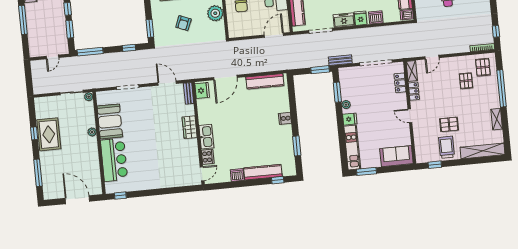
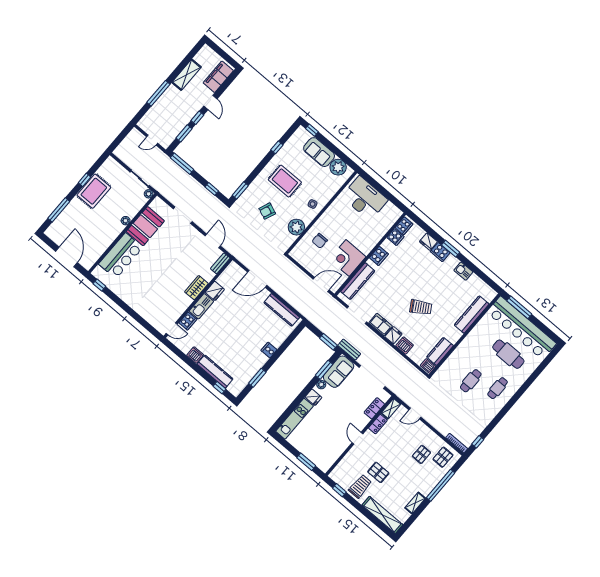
fridge: (202, 91) -> (215, 291), moved
sofa: (396, 156) -> (339, 372), moved, turned 90
window: (367, 171) -> (306, 462), moved

